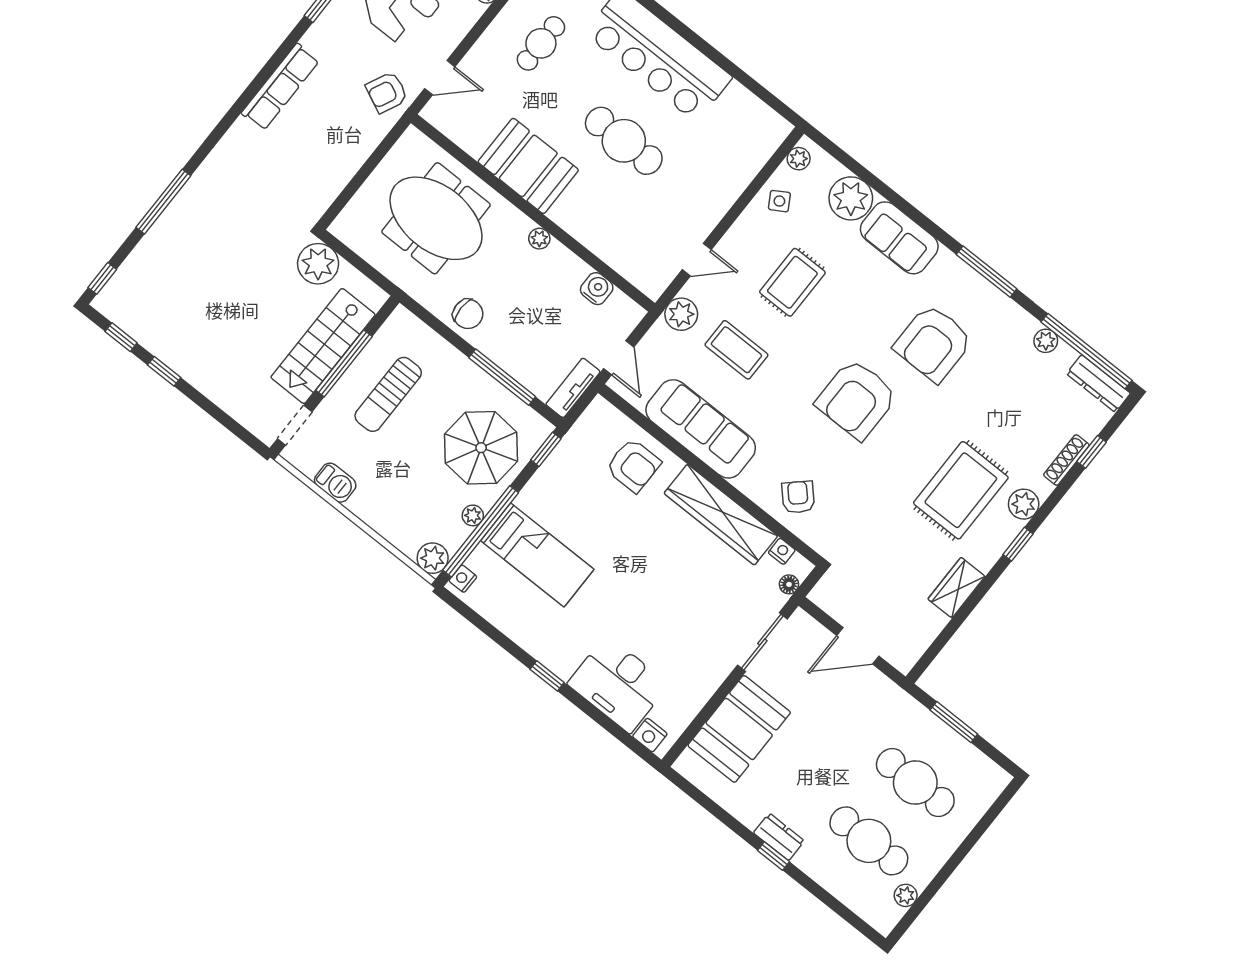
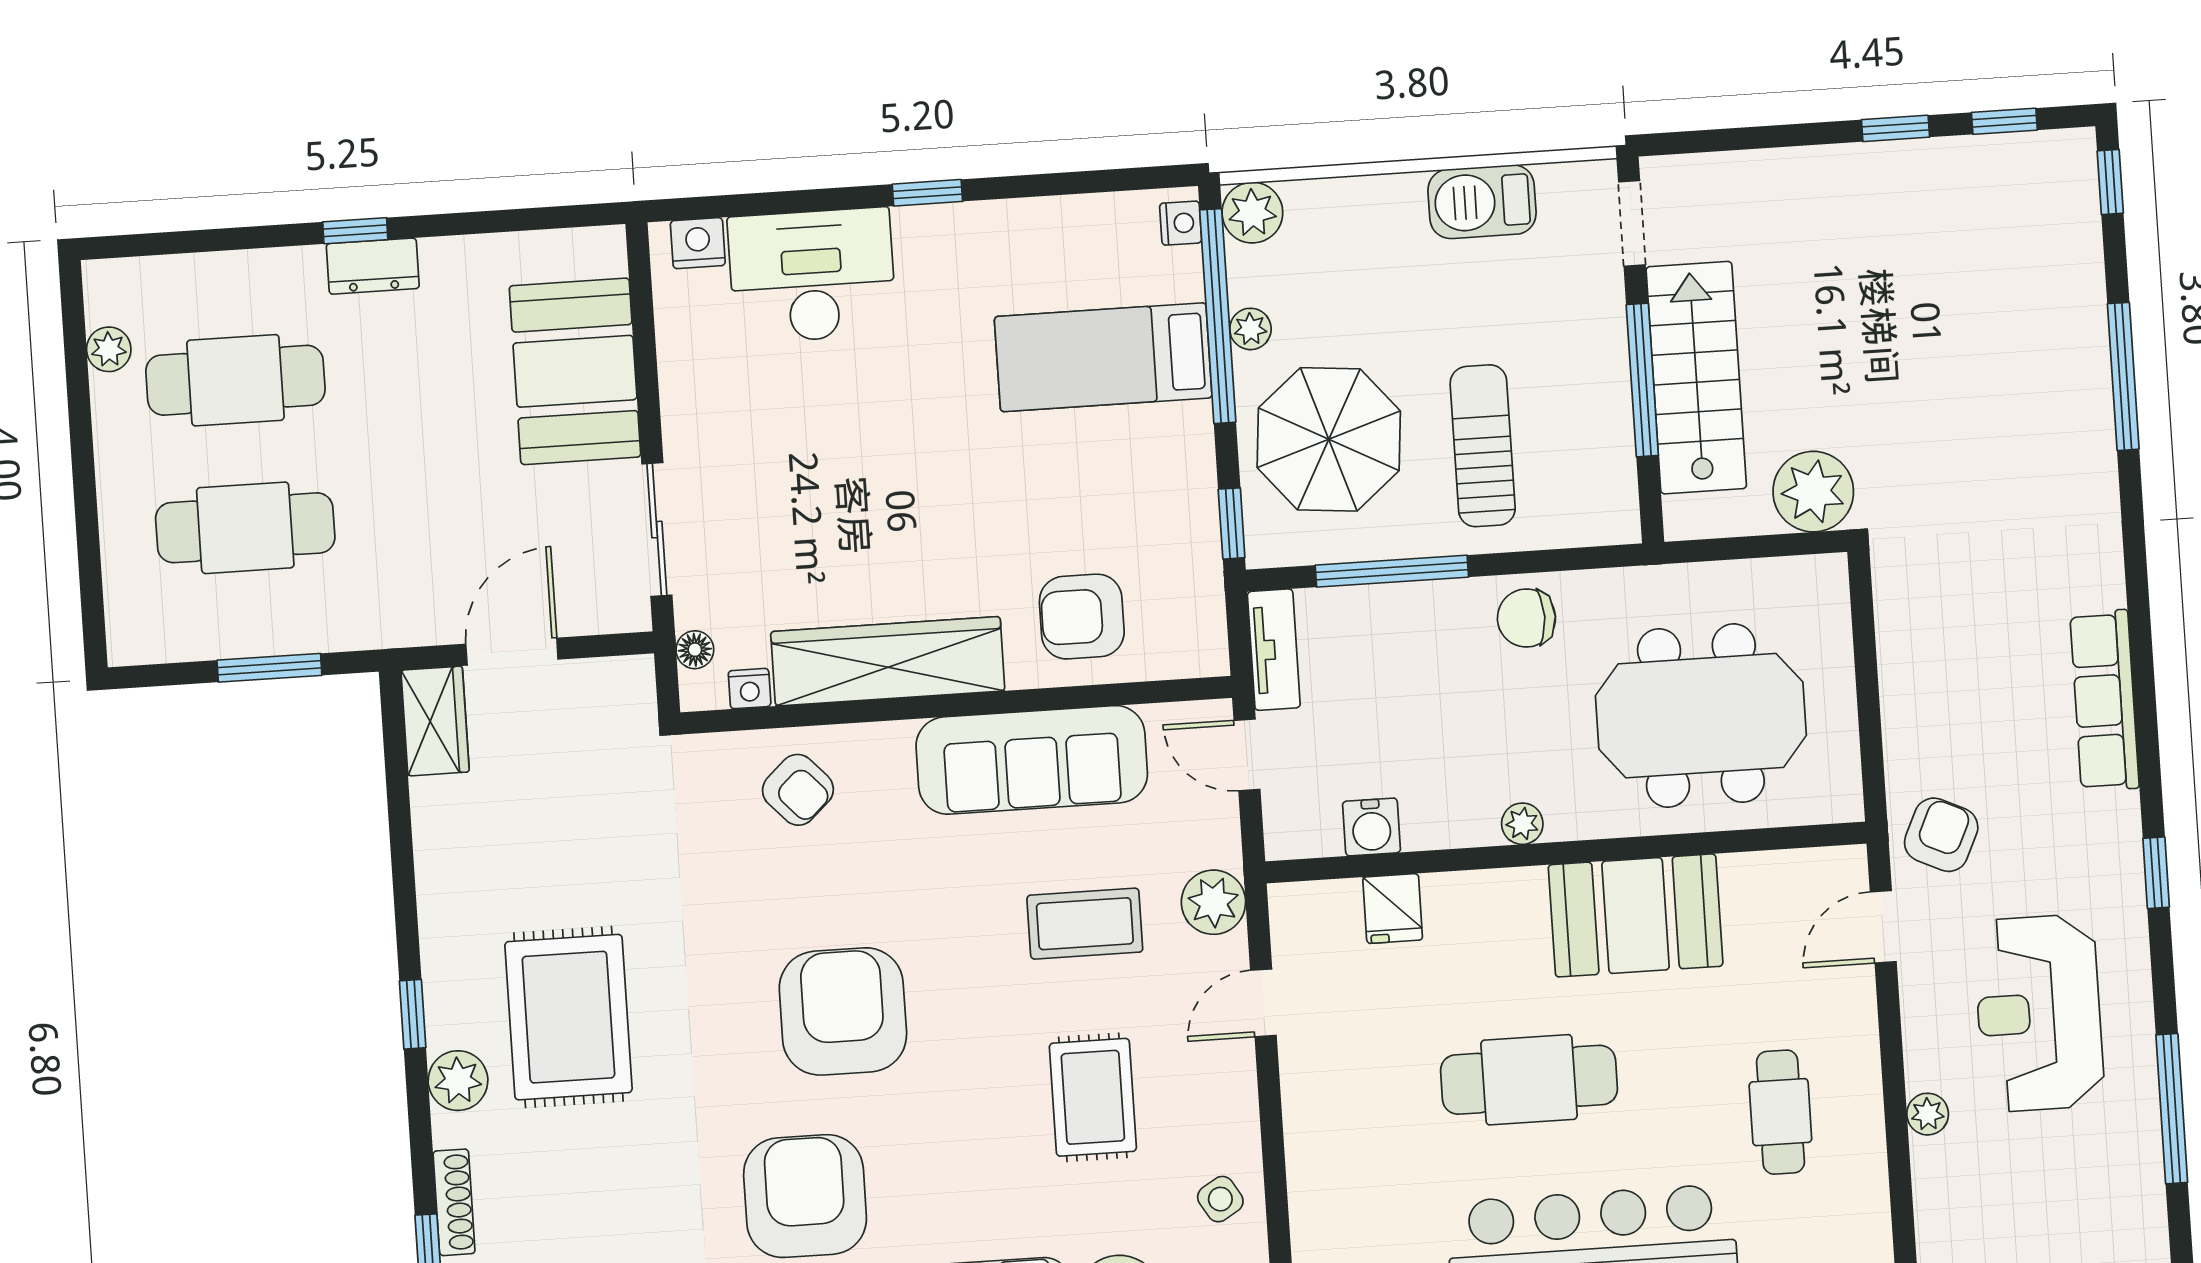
fridge: (616, 251) -> (1393, 909), added
sun lounger: (388, 394) -> (1483, 446), moved
barbecue: (335, 483) -> (1482, 202), width x1.38, depth x1.27
wardrobe: (956, 588) -> (435, 721), moved

